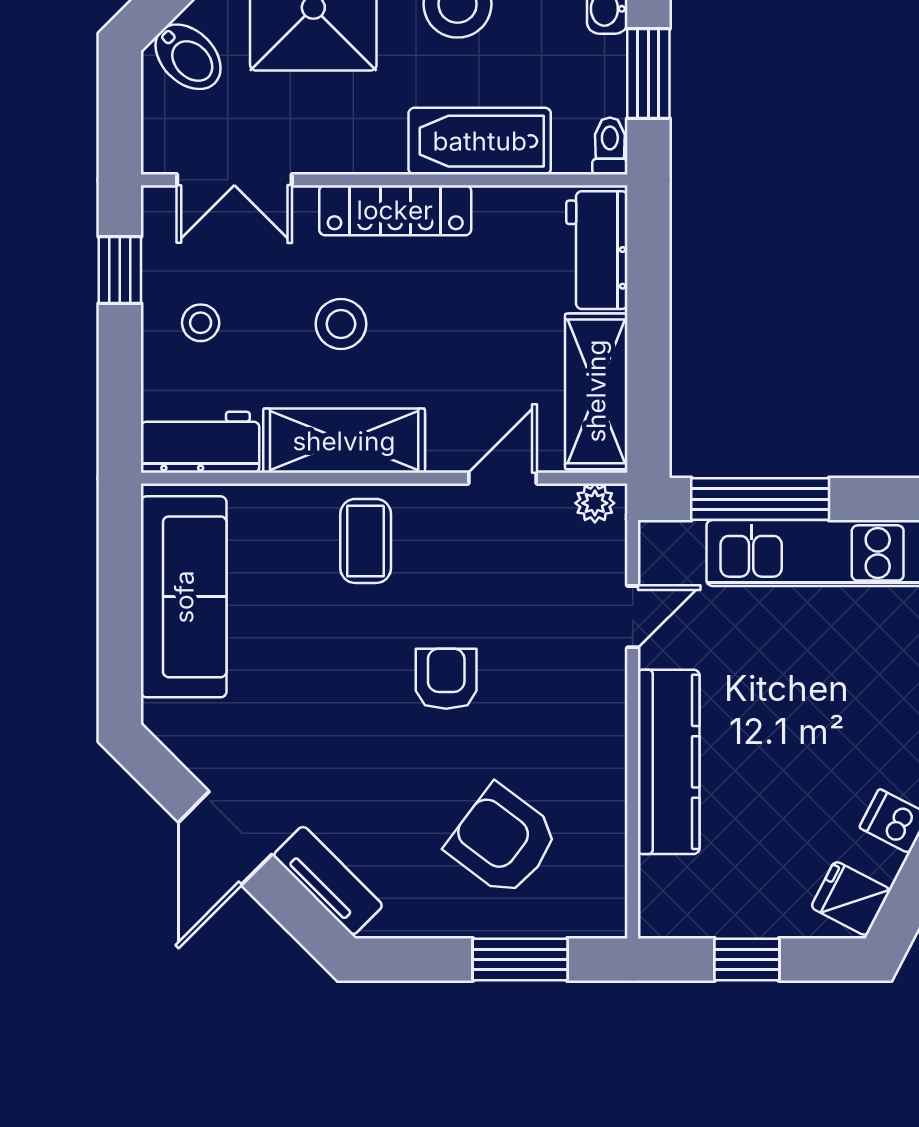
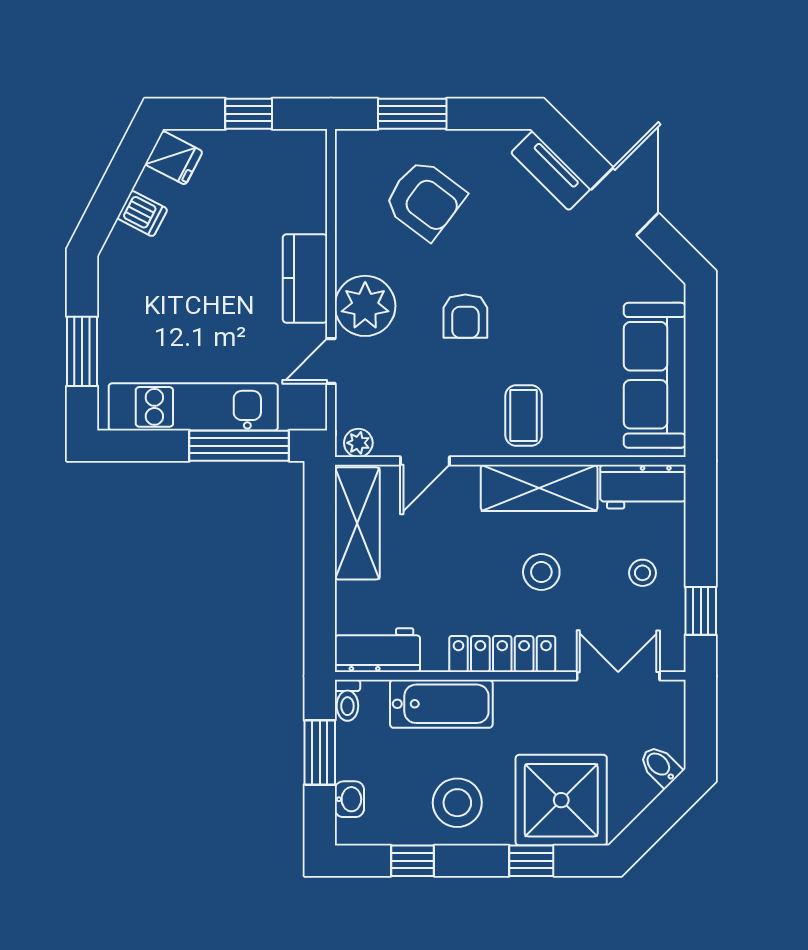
bidet: (188, 57) -> (660, 766), width x0.72, depth x0.74
workbench: (597, 250) -> (377, 650), moved, turned -90
plant: (585, 693) -> (365, 306), added
kitchen counter: (669, 762) -> (305, 278), width x0.67

